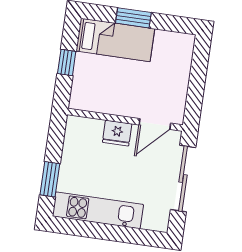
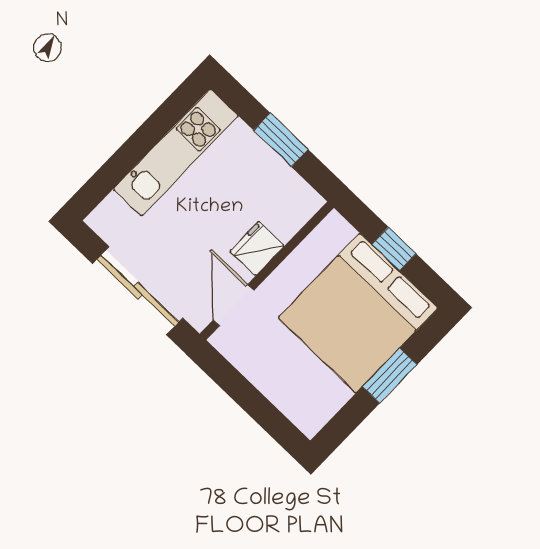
bed: (115, 40) -> (358, 313), width x2.04
window: (50, 179) -> (281, 140), moved

